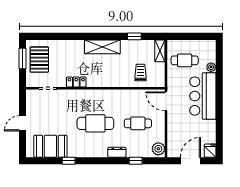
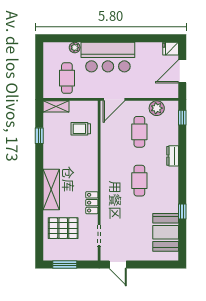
shelving: (102, 47) -> (51, 189), moved
pallet: (39, 60) -> (63, 228), moved
door: (23, 123) -> (118, 264), moved
cafe table: (95, 123) -> (139, 181), width x0.73, depth x0.74
plant: (158, 149) -> (157, 108), moved
window: (136, 161) -> (182, 118), moved
door: (190, 161) -> (182, 71), hinge flipped

